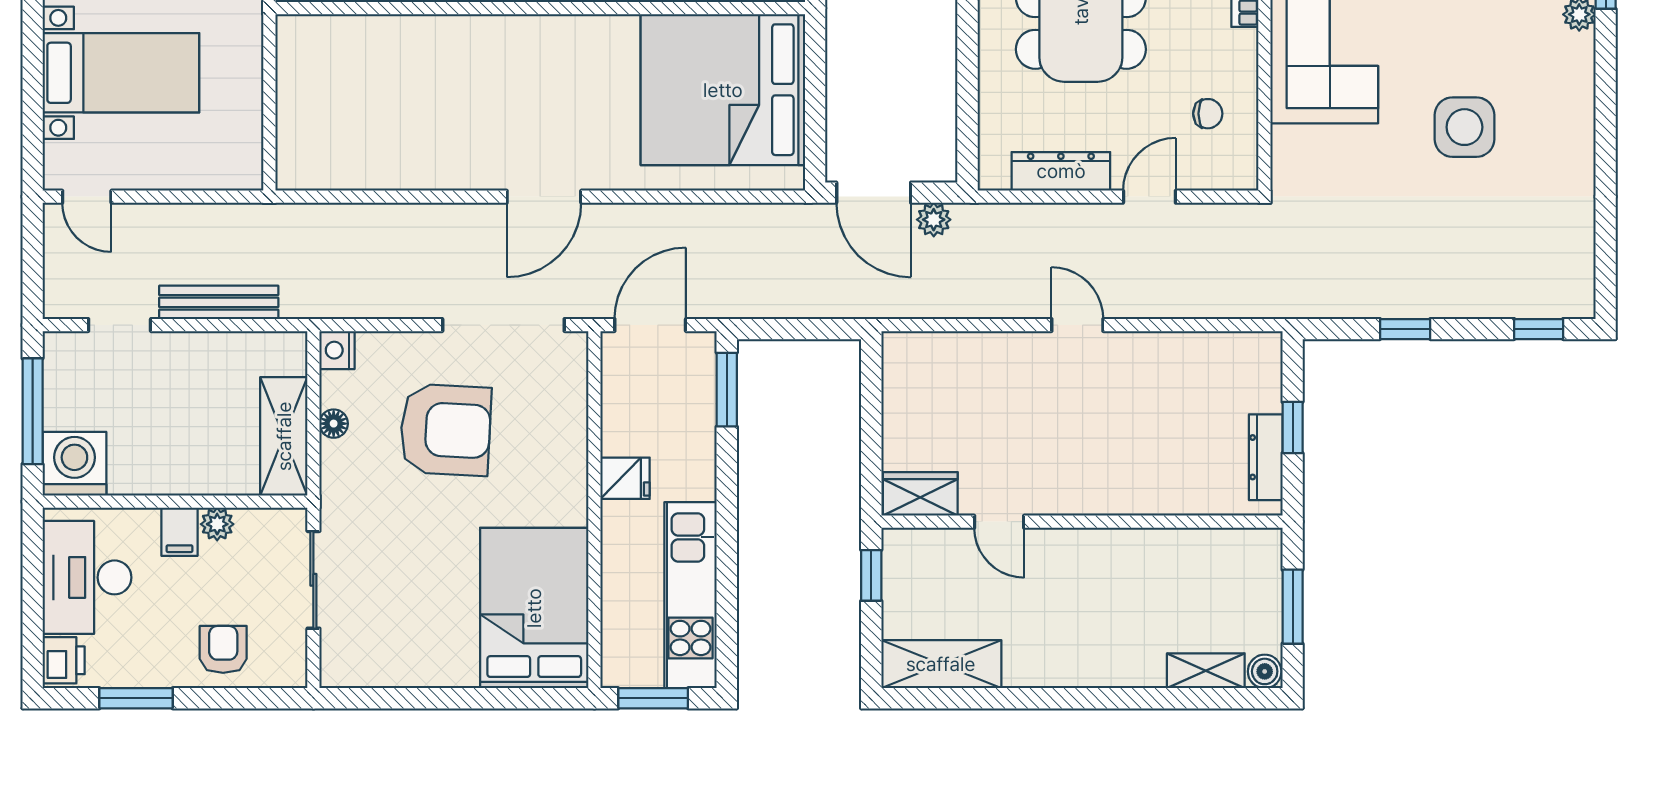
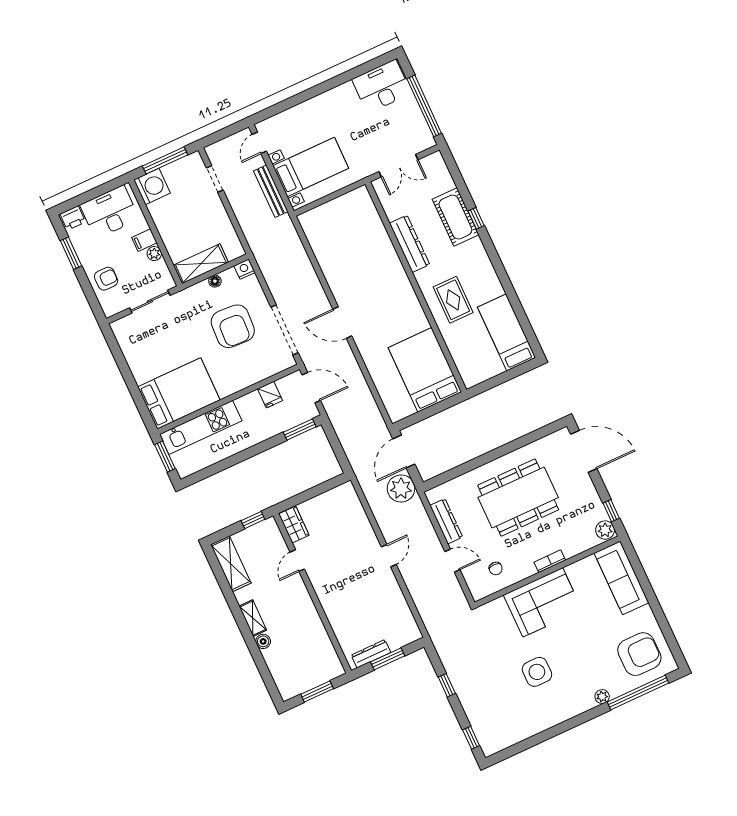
bed with nightstands: (121, 73) -> (311, 167), moved, turned -90
bed: (723, 90) -> (425, 370), width x0.73
plant: (934, 220) -> (401, 488), width x1.87, depth x1.87
bench: (219, 302) -> (271, 191), moved
window: (1293, 427) -> (388, 659), width x1.50
fridge: (625, 478) -> (270, 395), moved
kitchen unit: (691, 595) -> (201, 427), moved, turned 180
shelving: (1206, 671) -> (253, 618), moved
boiler: (1265, 671) -> (263, 641), moved

